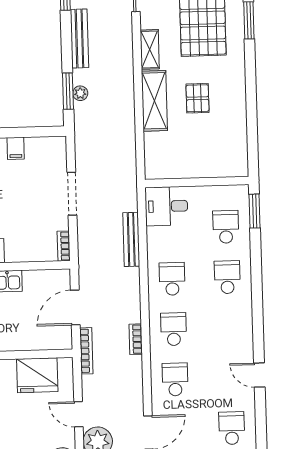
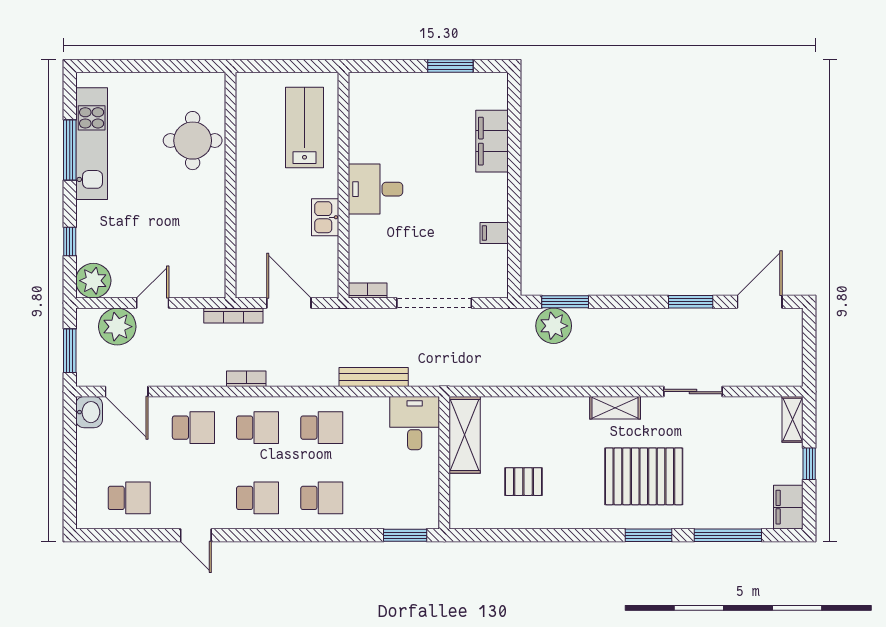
bench: (79, 39) -> (632, 319), removed
plant: (80, 93) -> (554, 326), width x1.88, depth x1.88
pallet: (198, 98) -> (523, 482), moved
shelving: (154, 101) -> (465, 435), moved, turned 90
doorway: (72, 194) -> (434, 303), width x1.36
school desk: (226, 227) -> (258, 498), moved
fridge: (37, 375) -> (204, 252), removed
door: (259, 375) -> (196, 535), swing flipped

